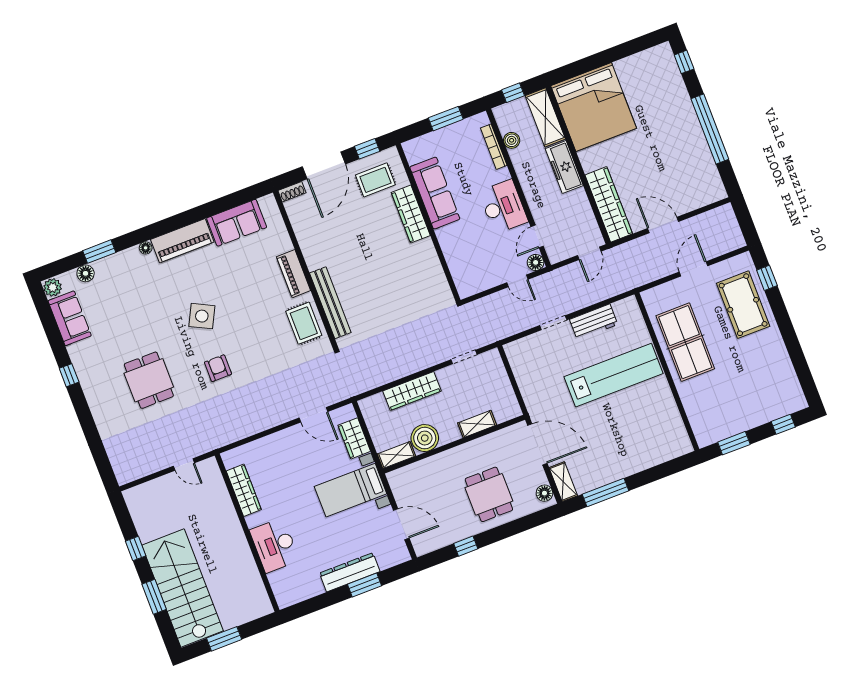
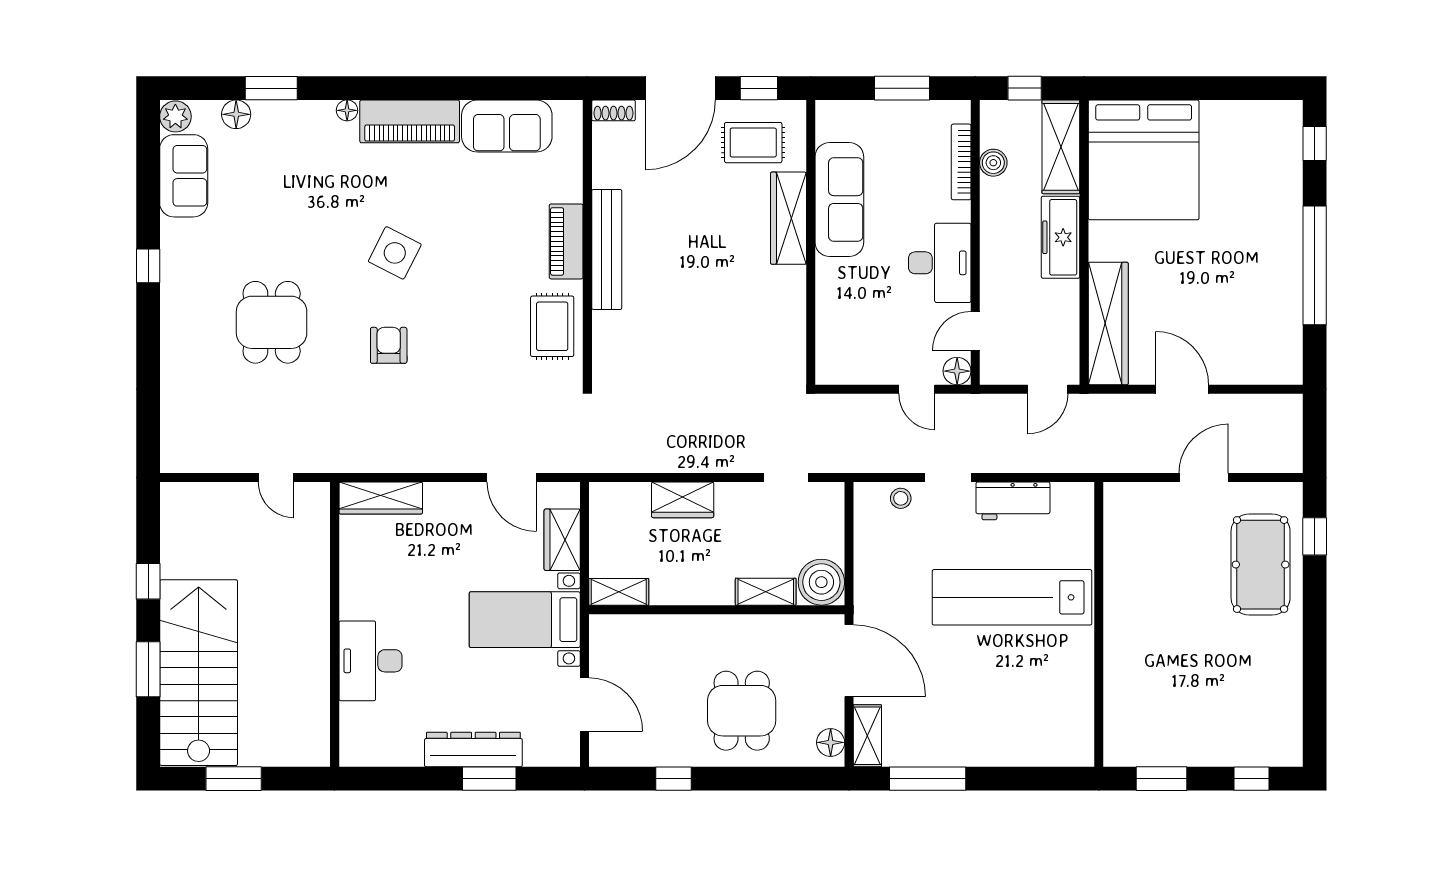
bench: (330, 303) -> (607, 249), moved
table tennis table: (685, 342) -> (1146, 589), removed
stool: (532, 344) -> (901, 498), added
lab bench: (614, 375) -> (1012, 597), turned 180
wardrobe: (412, 391) -> (683, 500), width x0.67
boiler: (425, 438) -> (821, 582), moved
wardrobe: (244, 490) -> (381, 498), moved, turned 90

